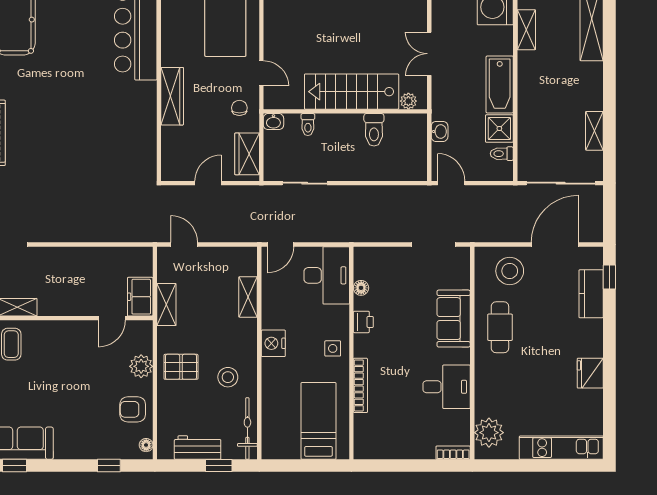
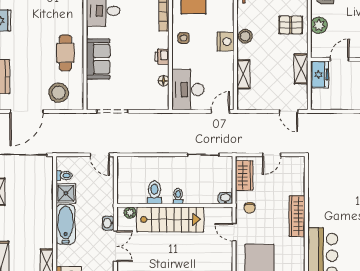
toilet: (308, 125) -> (178, 196), moved
washbasin: (440, 131) -> (108, 223), moved
stool: (228, 377) -> (245, 36), moved

